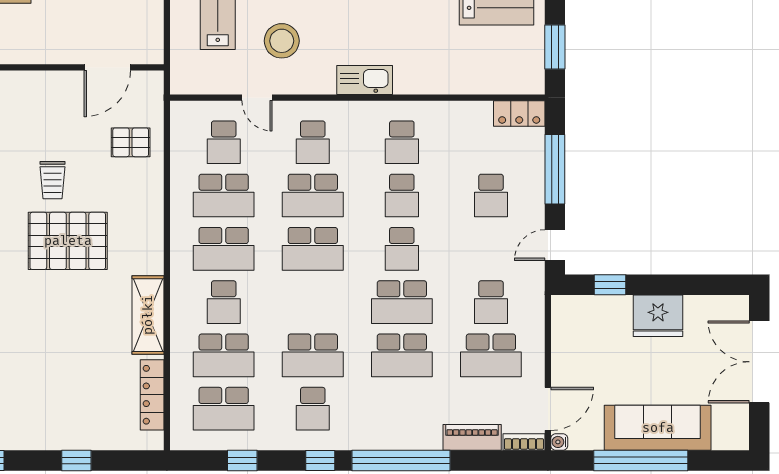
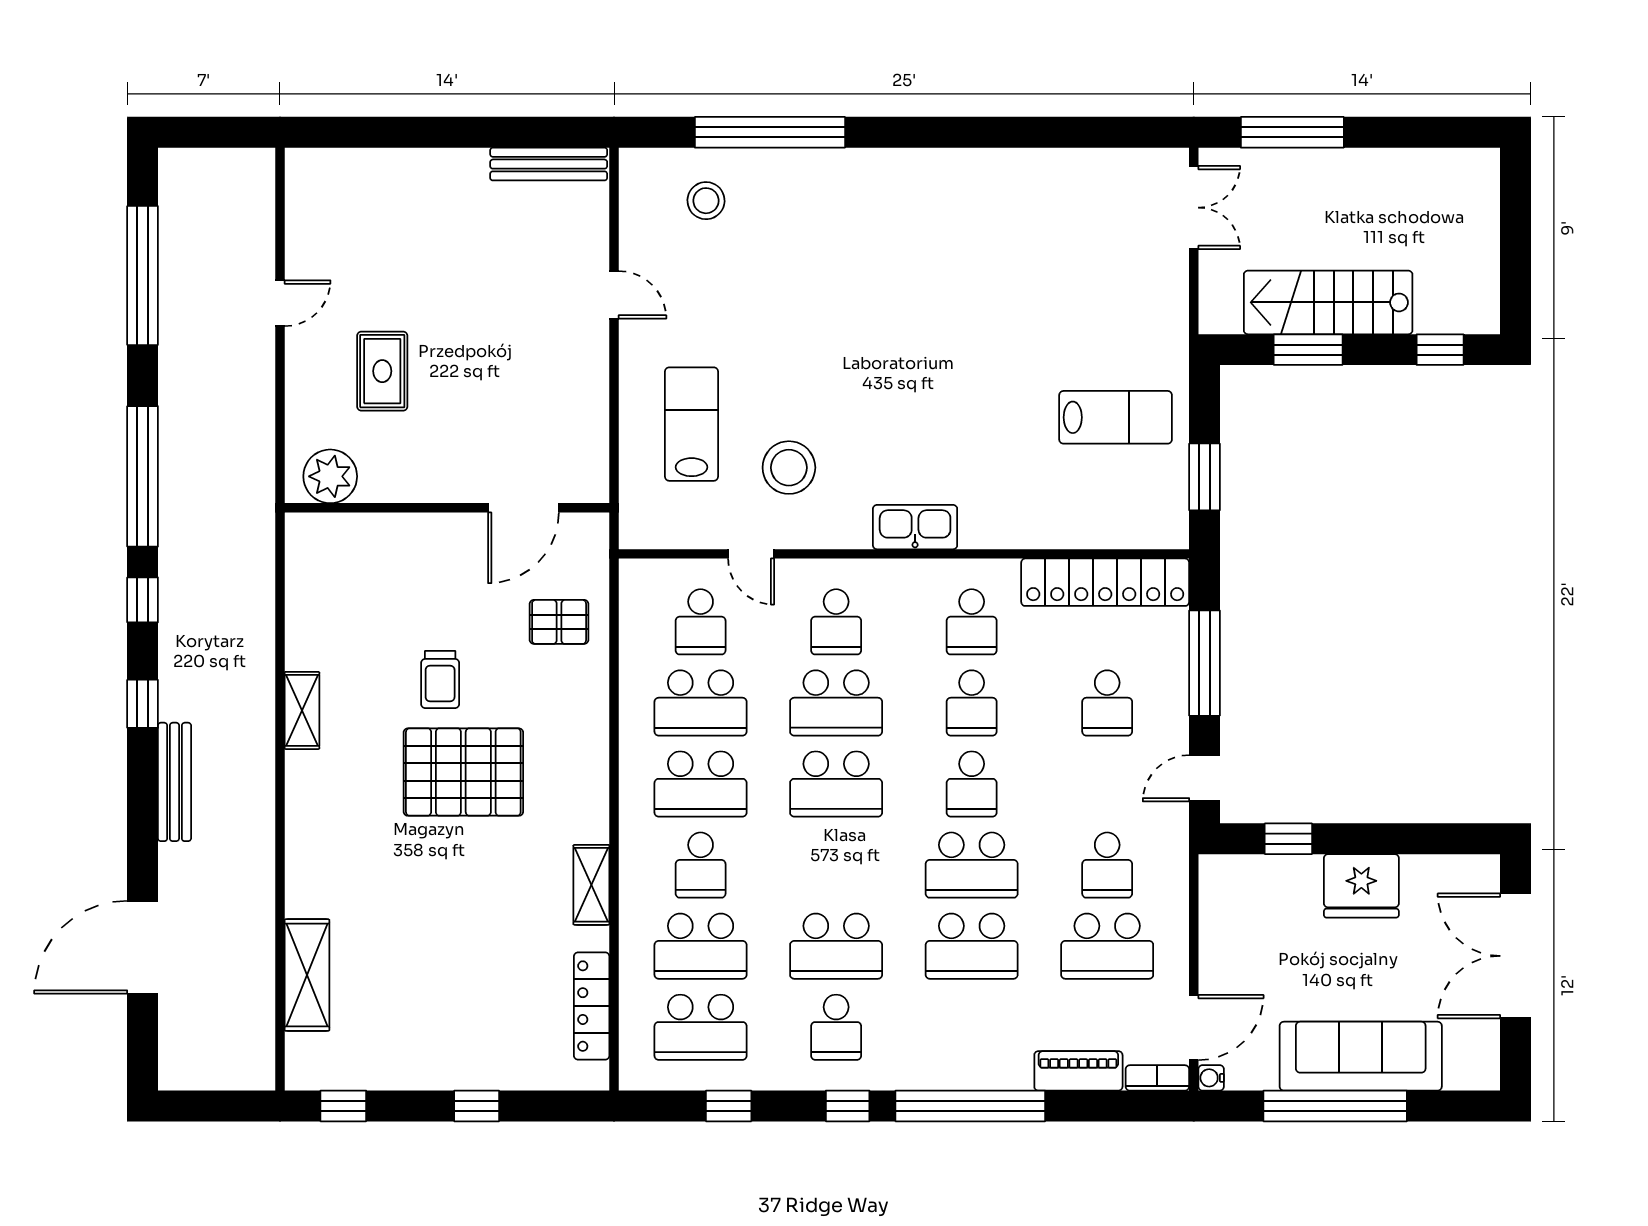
locker: (519, 114) -> (1105, 582), width x2.16, depth x1.21
shelving: (148, 315) -> (591, 885), width x0.67, depth x0.75

